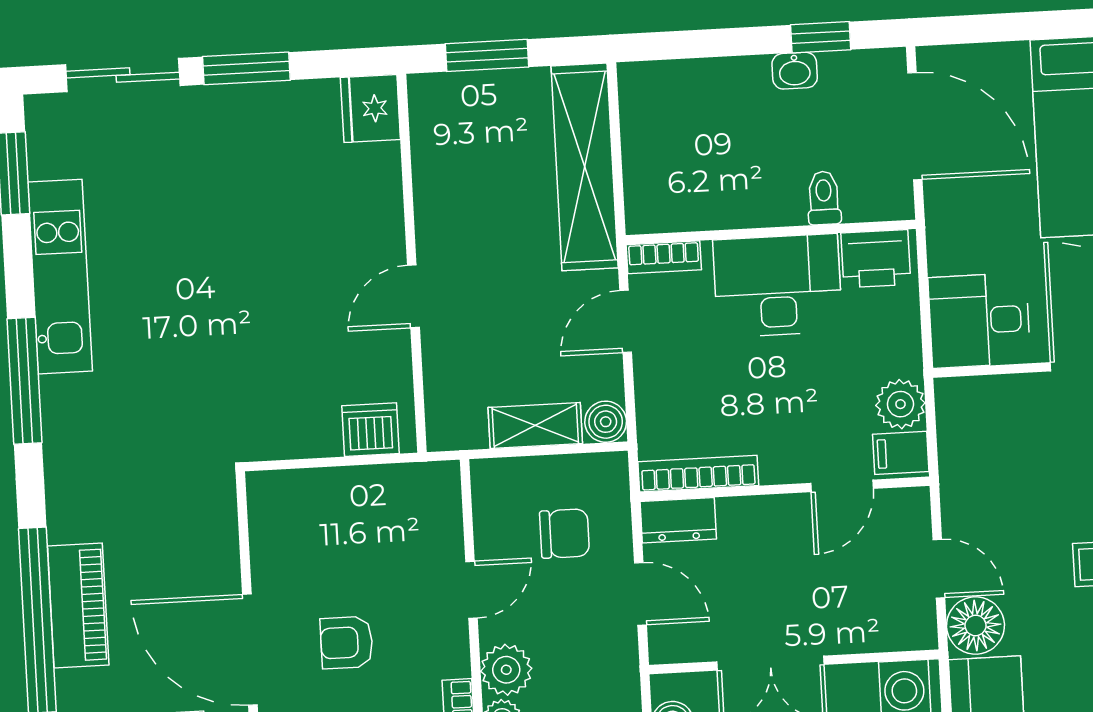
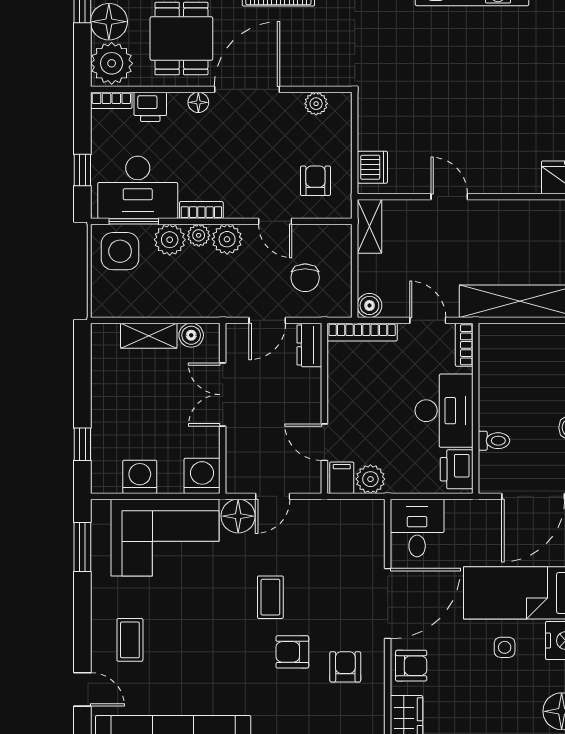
shelving: (535, 426) -> (369, 226), moved
bookcase: (698, 474) -> (362, 332), moved, turned 90
plant: (268, 531) -> (316, 104), added
armchair: (347, 642) -> (315, 181), moved

